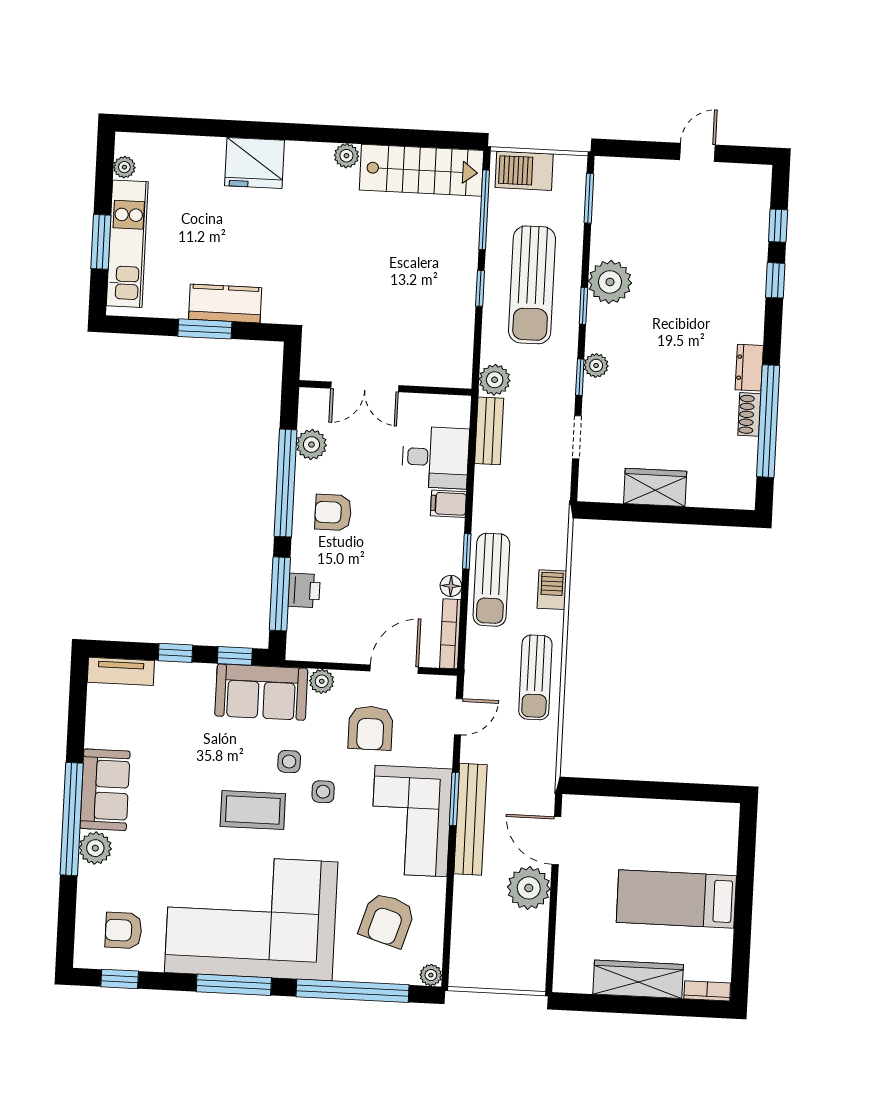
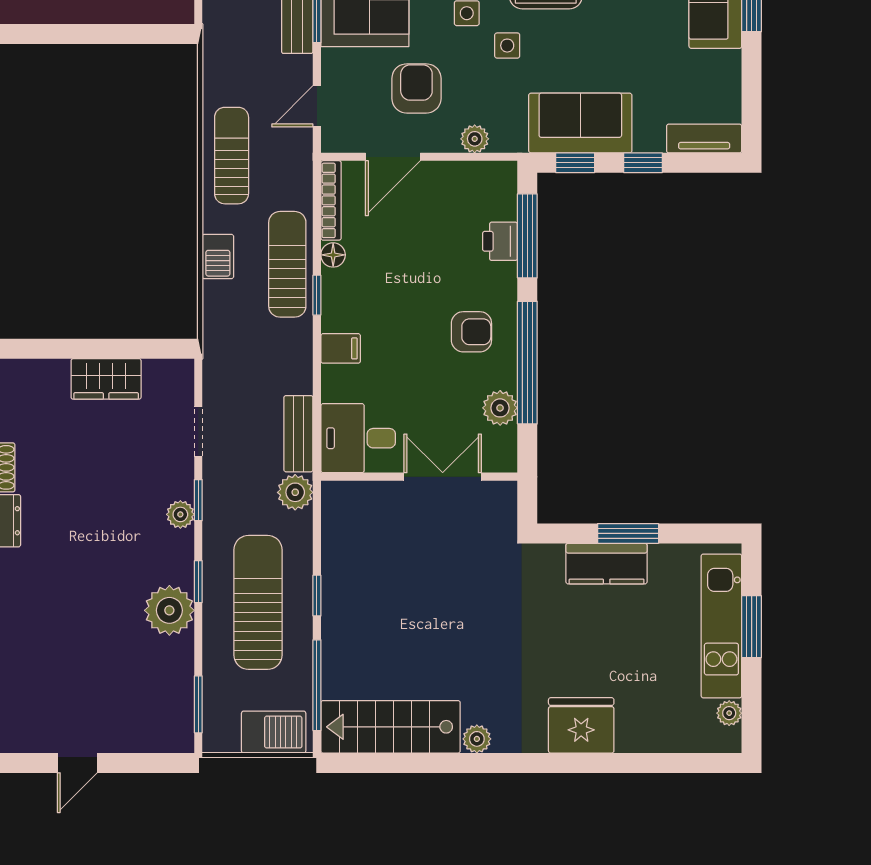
desk: (435, 457) -> (358, 438), moved
sofa: (261, 692) -> (580, 123), moved

